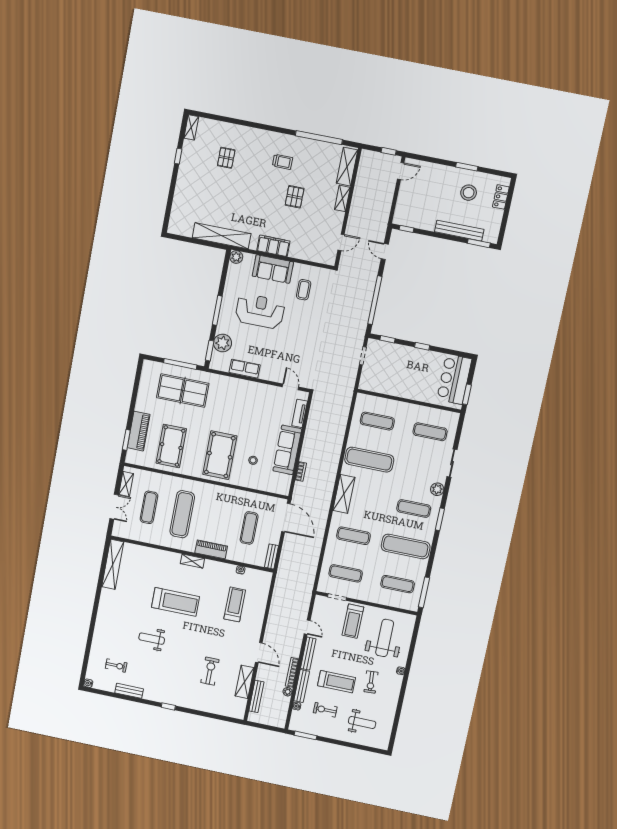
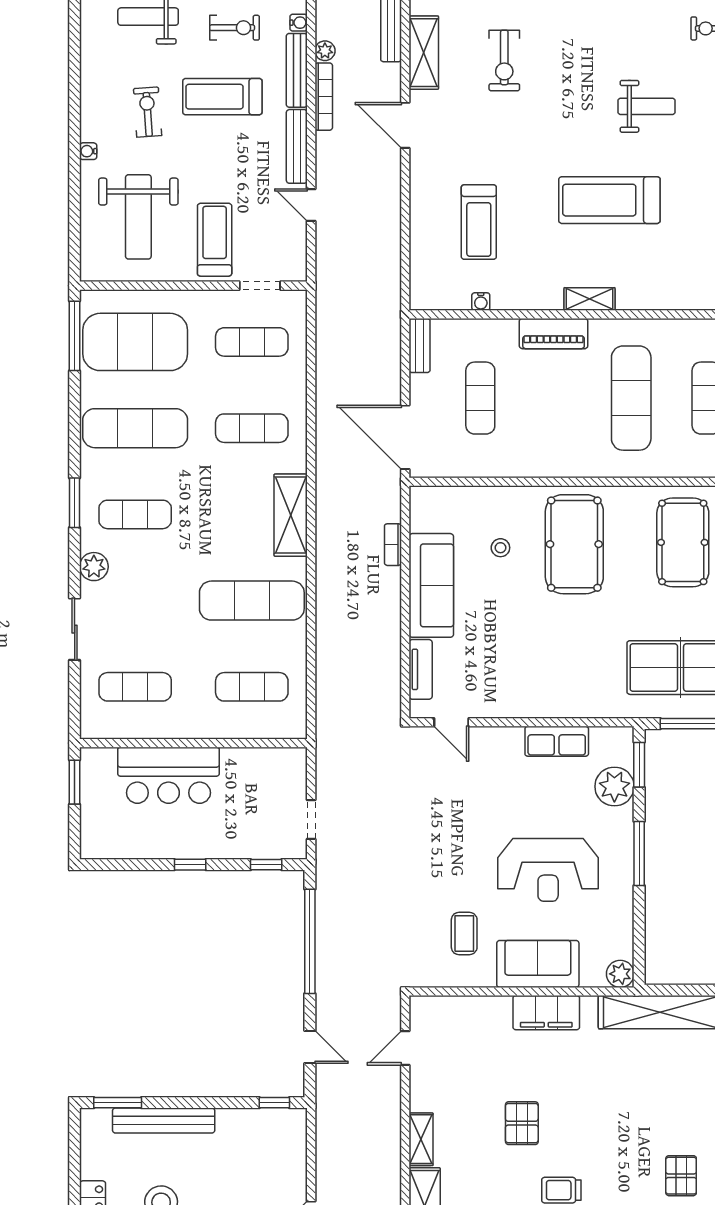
bar counter: (454, 379) -> (168, 775), moved, turned 90
exercise mat: (398, 584) -> (135, 342), width x2.00, depth x1.45

